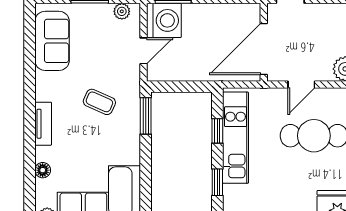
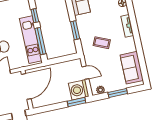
door: (144, 51) -> (85, 73), swing flipped
window: (146, 116) -> (75, 30), moved
window: (217, 131) -> (40, 41), width x2.17

